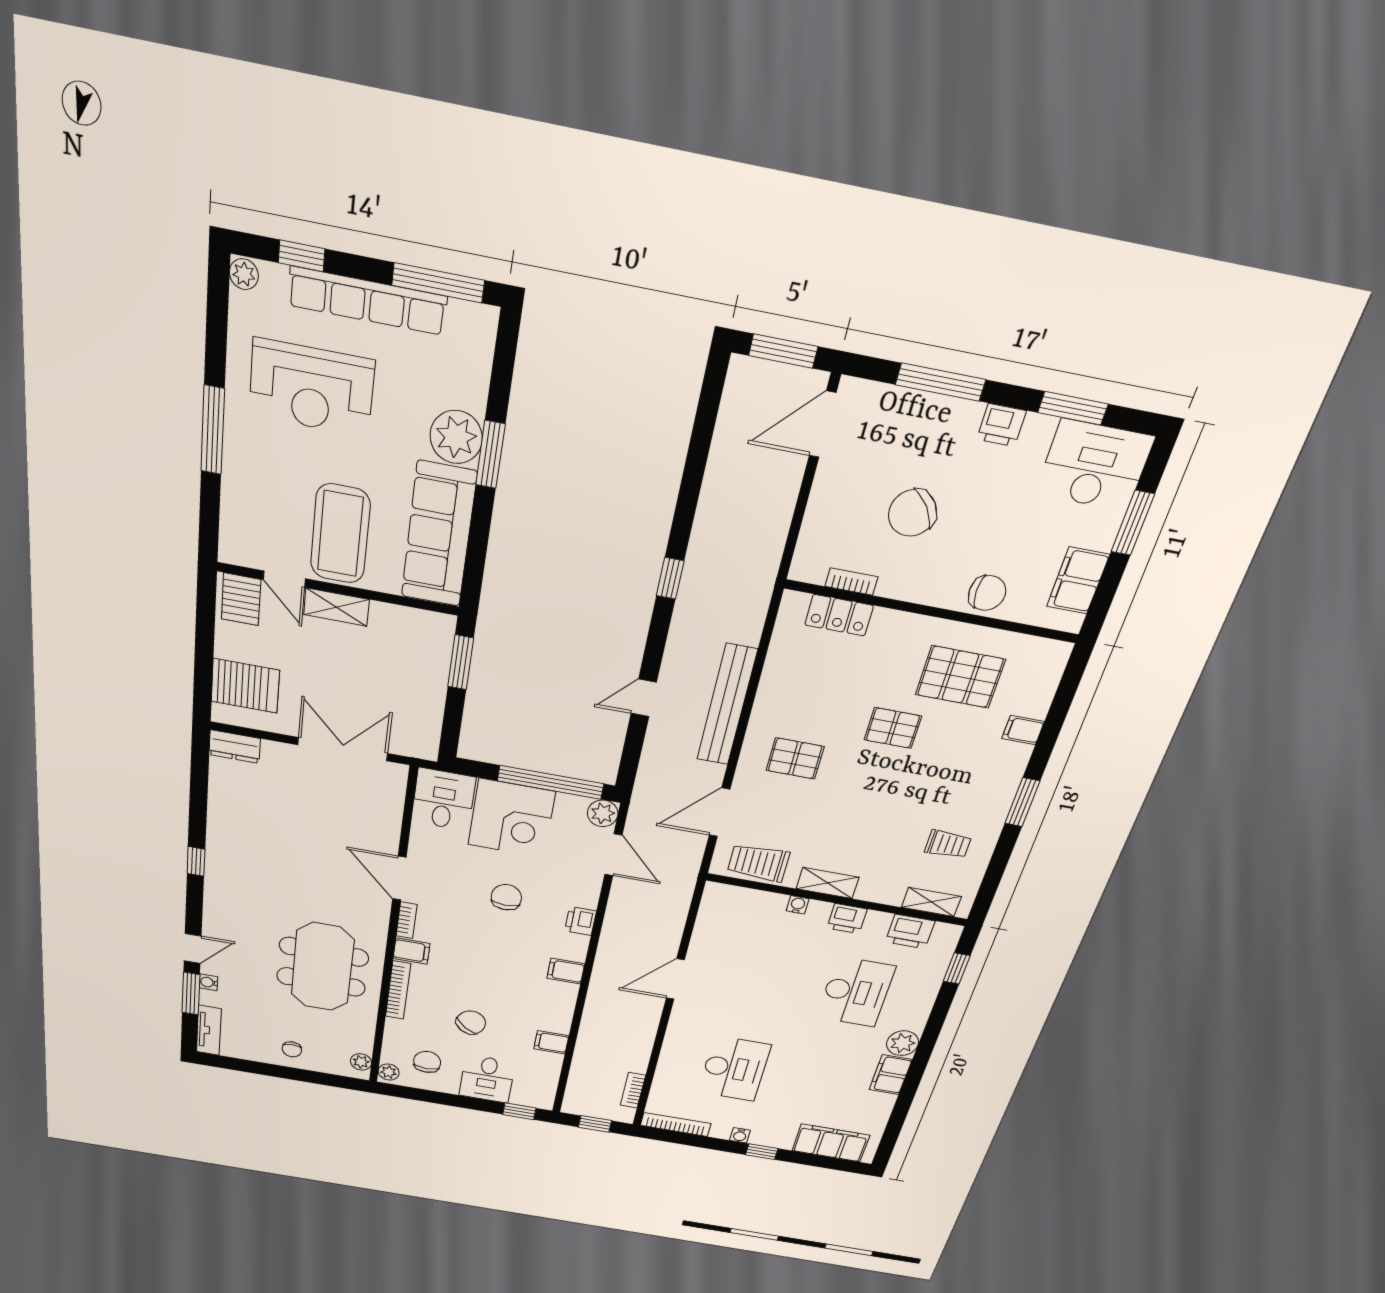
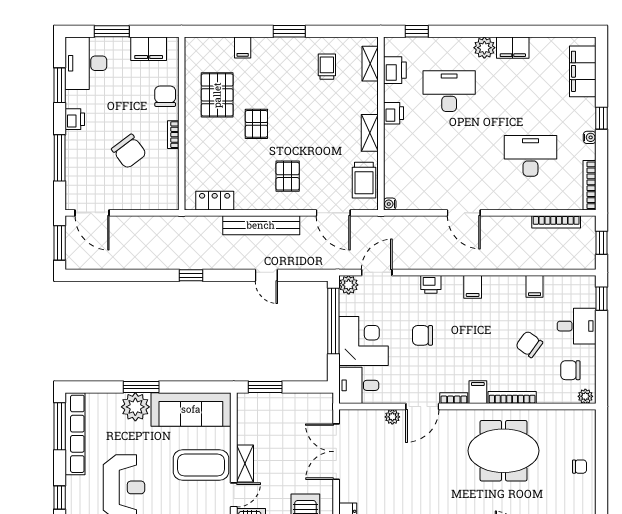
row of seats: (367, 301) -> (75, 434), moved
bookcase: (851, 582) -> (173, 135), moved
locker: (839, 615) -> (215, 201), moved, turned -90
water cooler: (798, 905) -> (390, 204), moved
plant: (361, 1062) -> (392, 417), moved
bookcase: (633, 1090) -> (556, 222), width x1.56

